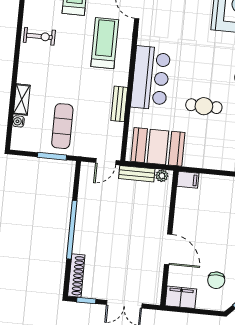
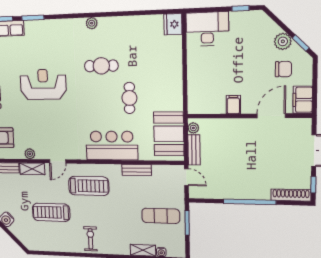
treadmill: (105, 43) -> (89, 186), turned 180
filing cabinet: (188, 180) -> (233, 105), moved
door: (168, 249) -> (271, 116), moved

